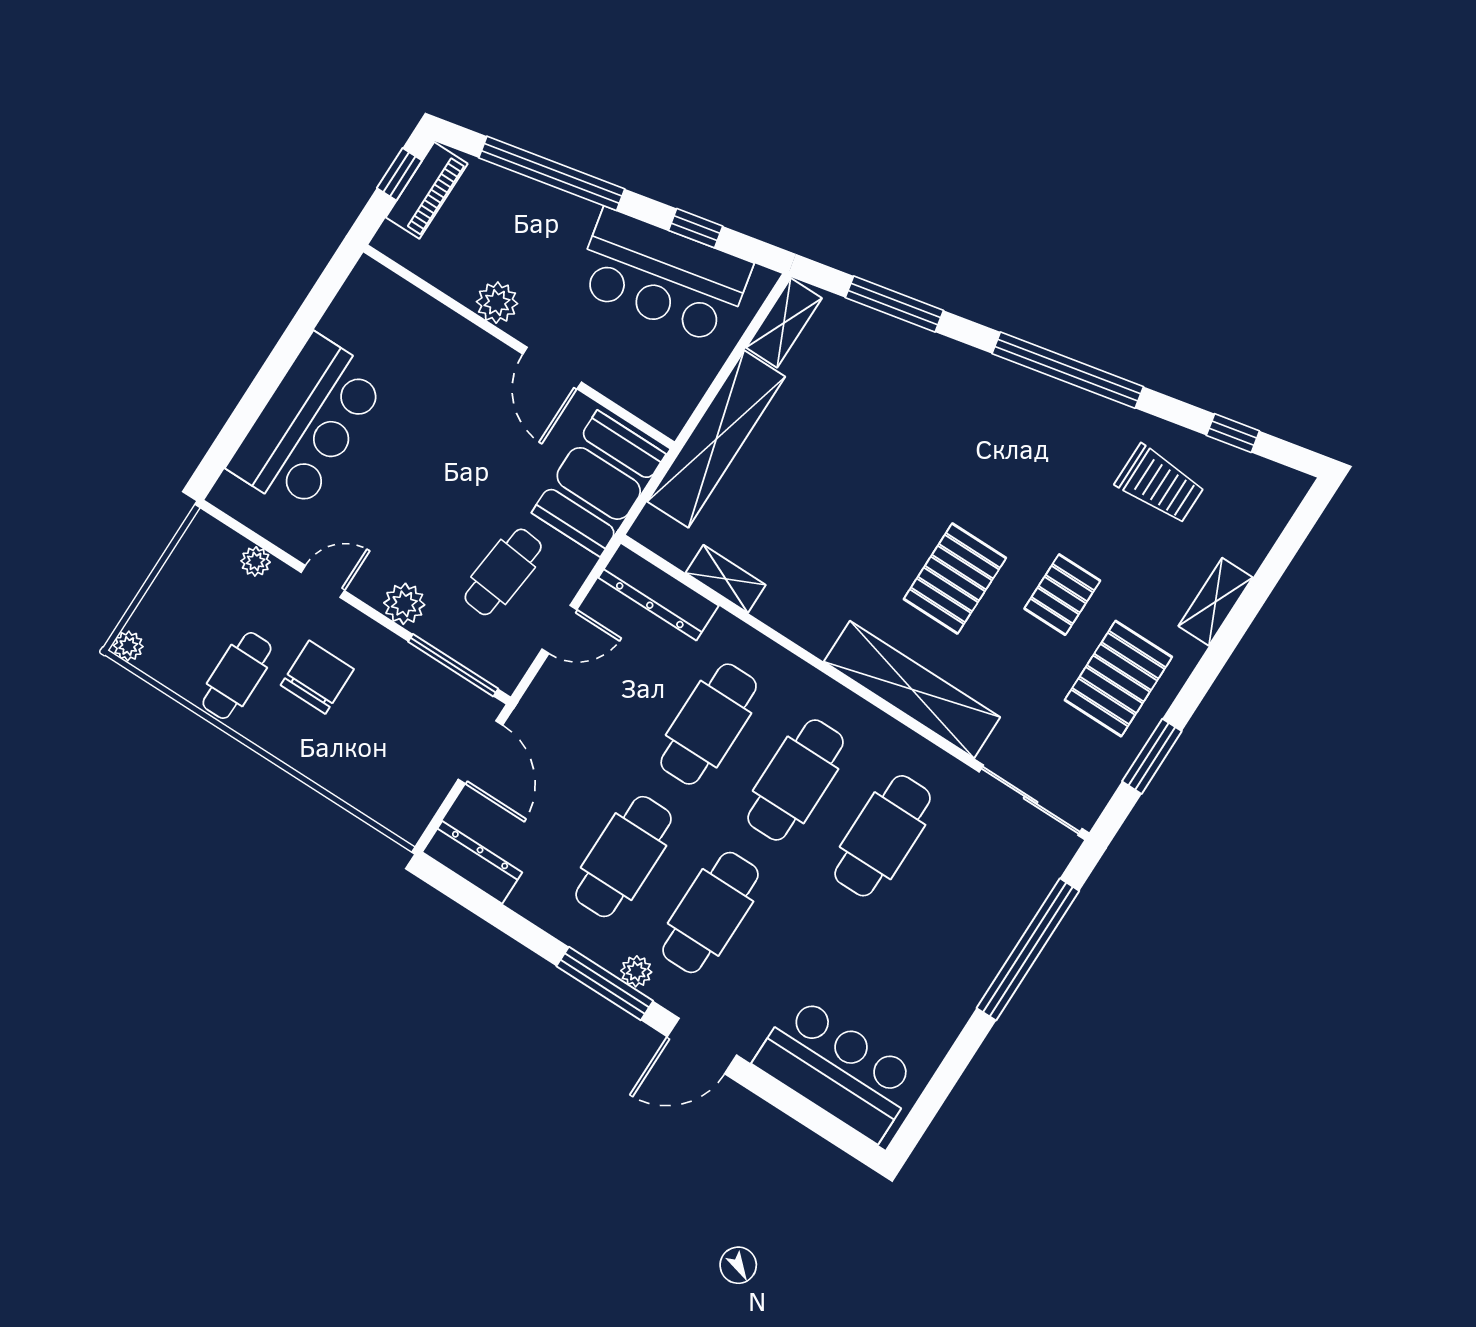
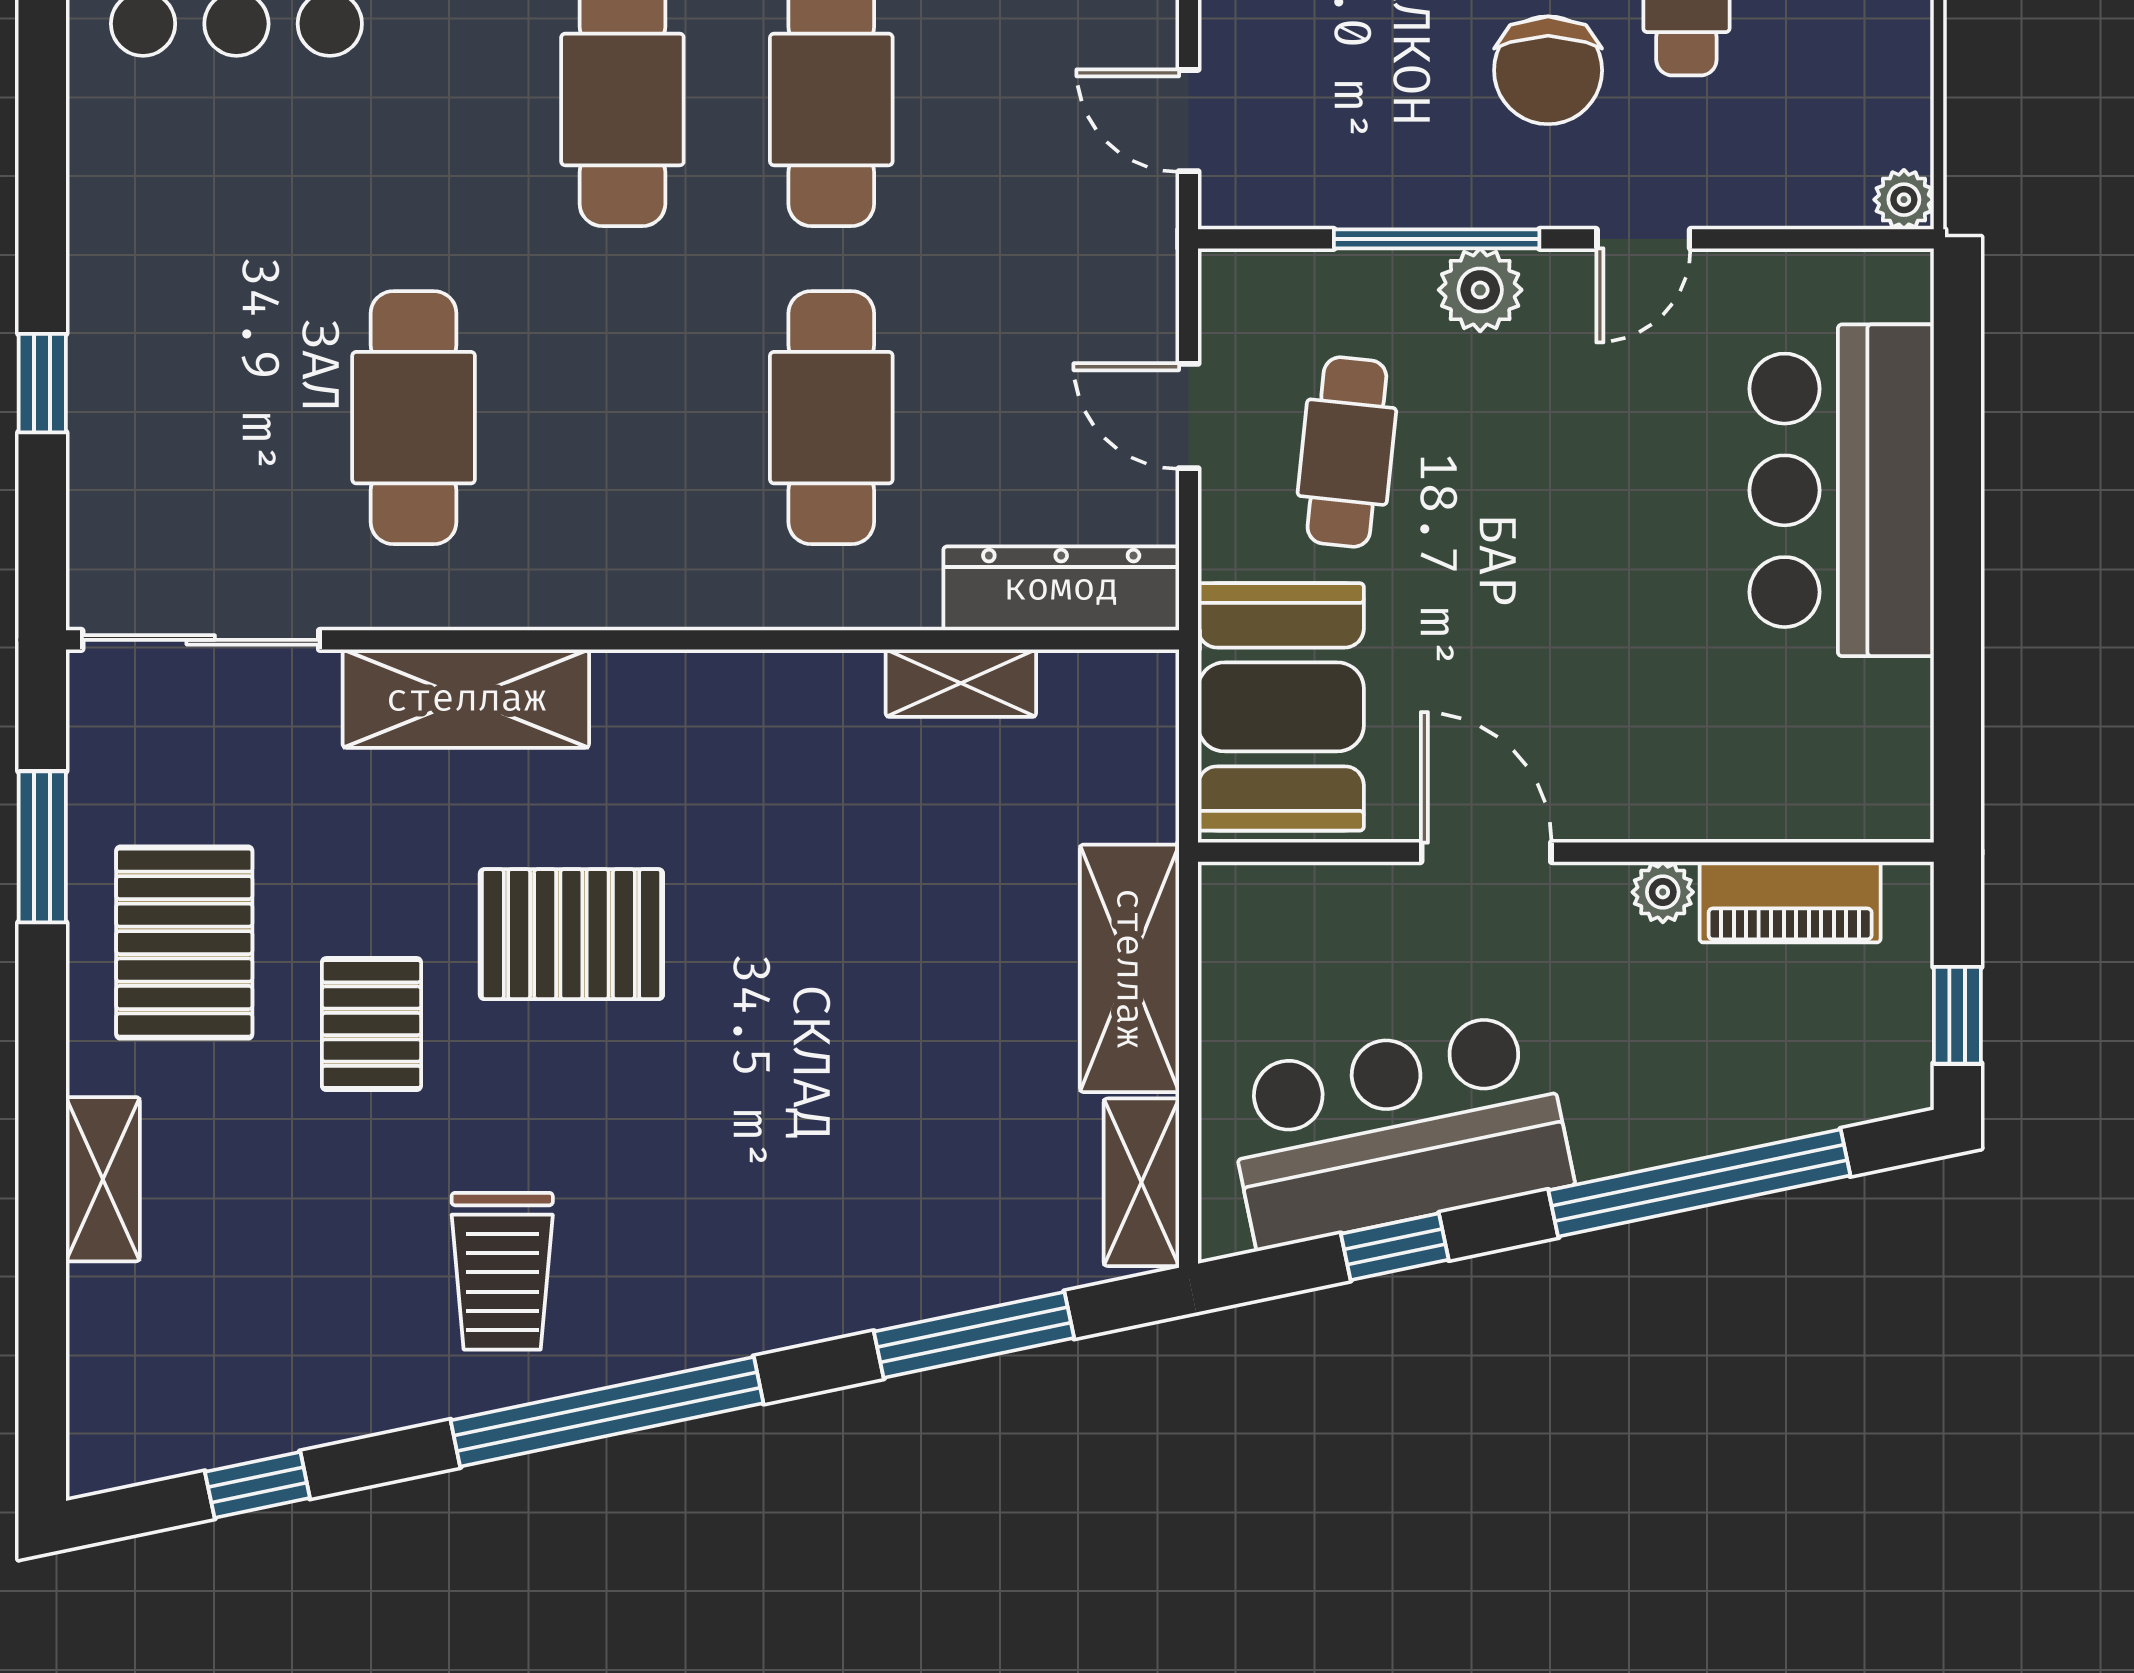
piano: (427, 190) -> (1790, 902), moved, turned -90
plant: (497, 303) -> (1663, 892), width x0.73, depth x0.73
shelving: (716, 439) -> (1129, 968), width x0.68
trolley: (1160, 484) -> (502, 1271), moved, turned -90
plant: (256, 561) -> (1904, 200), moved
pallet: (955, 578) -> (571, 934), turned 90
door: (559, 629) -> (1188, 416), hinge flipped
window: (453, 665) -> (1437, 239), moved
shelving: (912, 689) -> (466, 699), width x0.68
door: (480, 752) -> (1188, 121), width x0.73
cafe table: (796, 780) -> (622, 418), removed
window: (1028, 949) -> (42, 383), width x0.32

